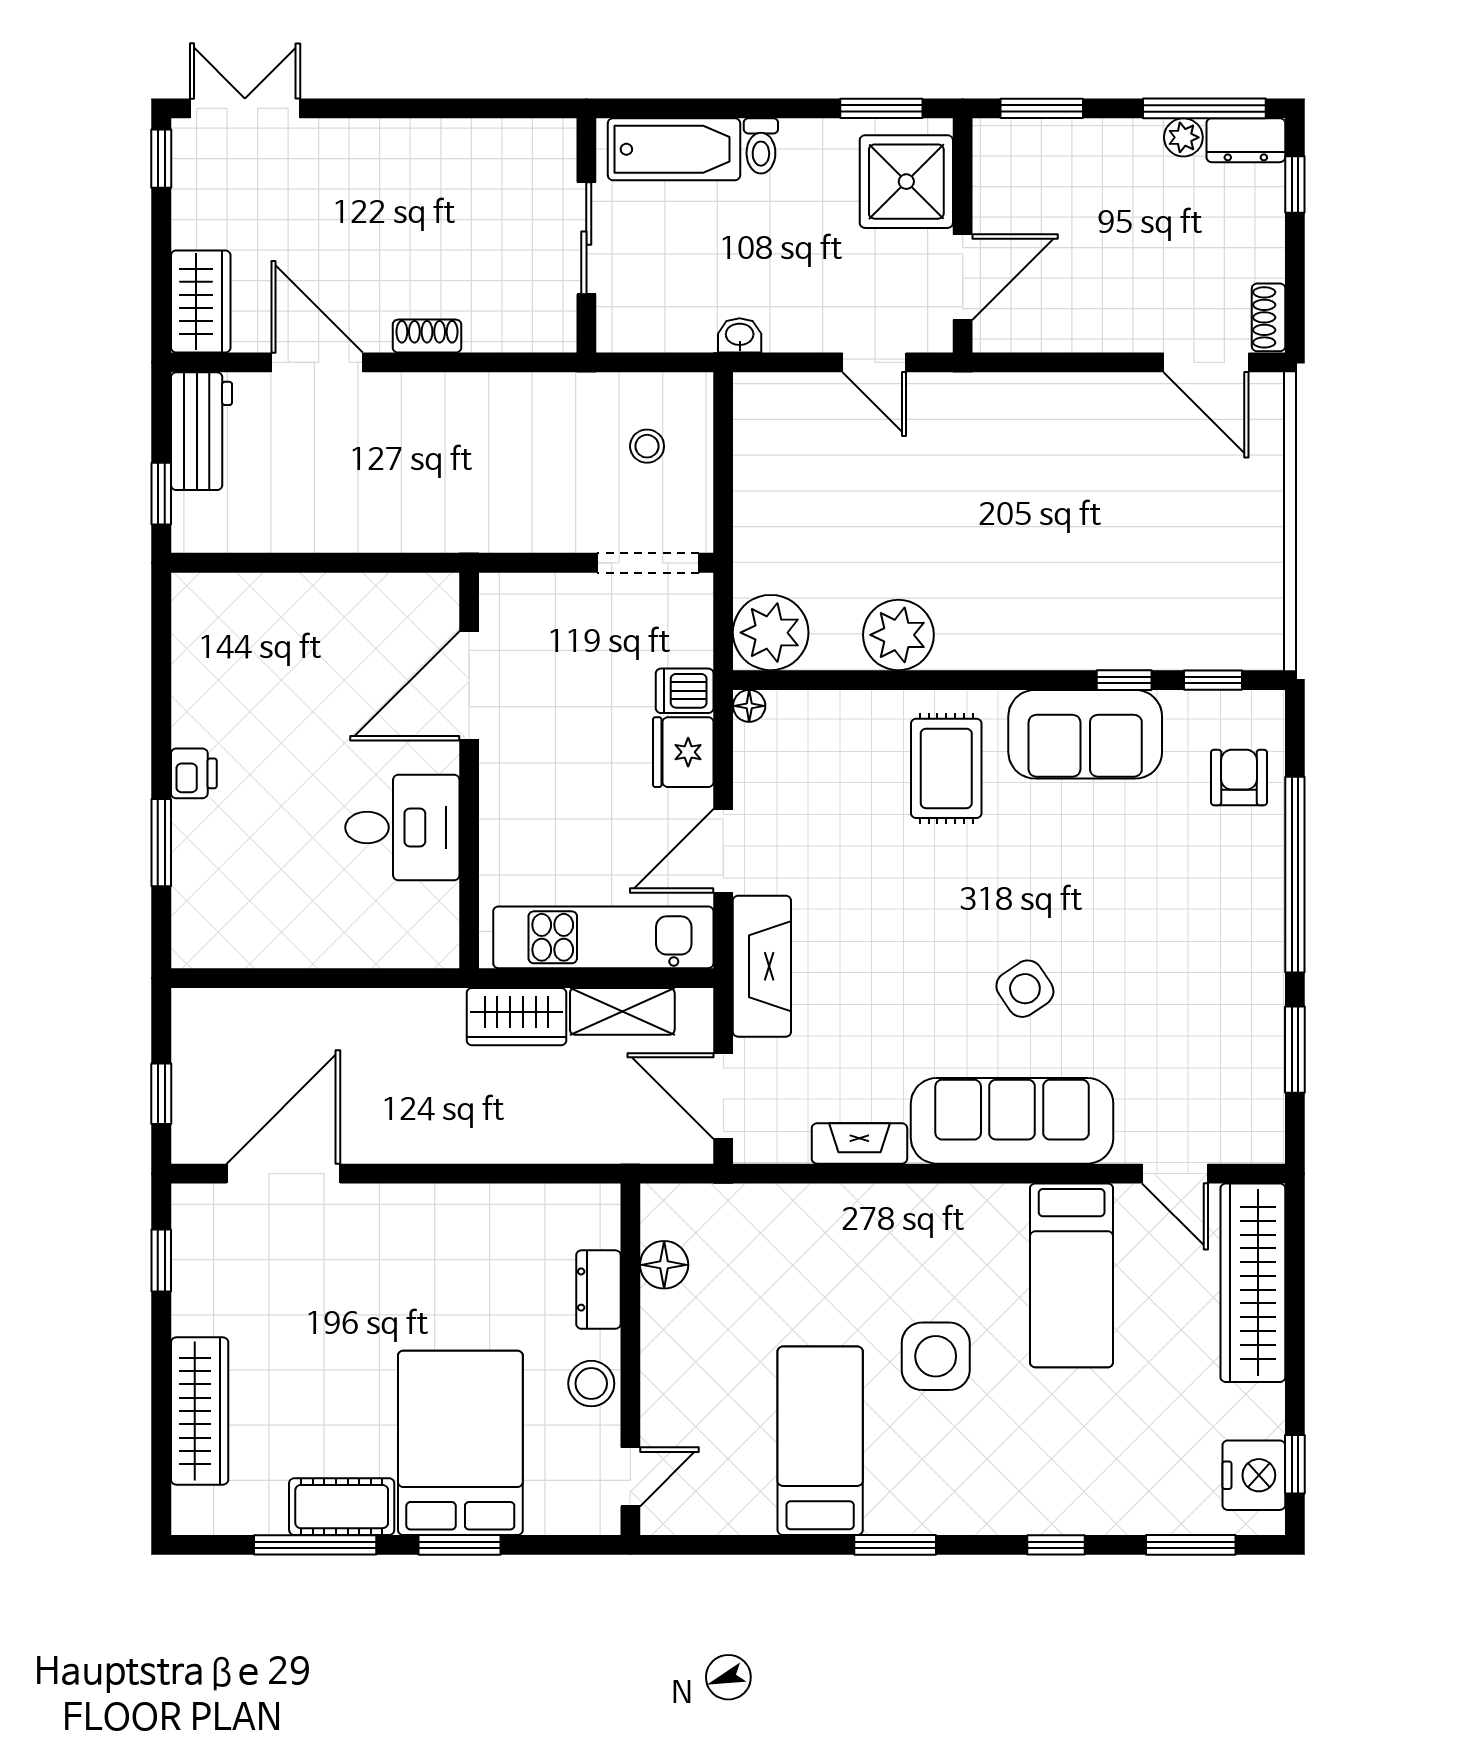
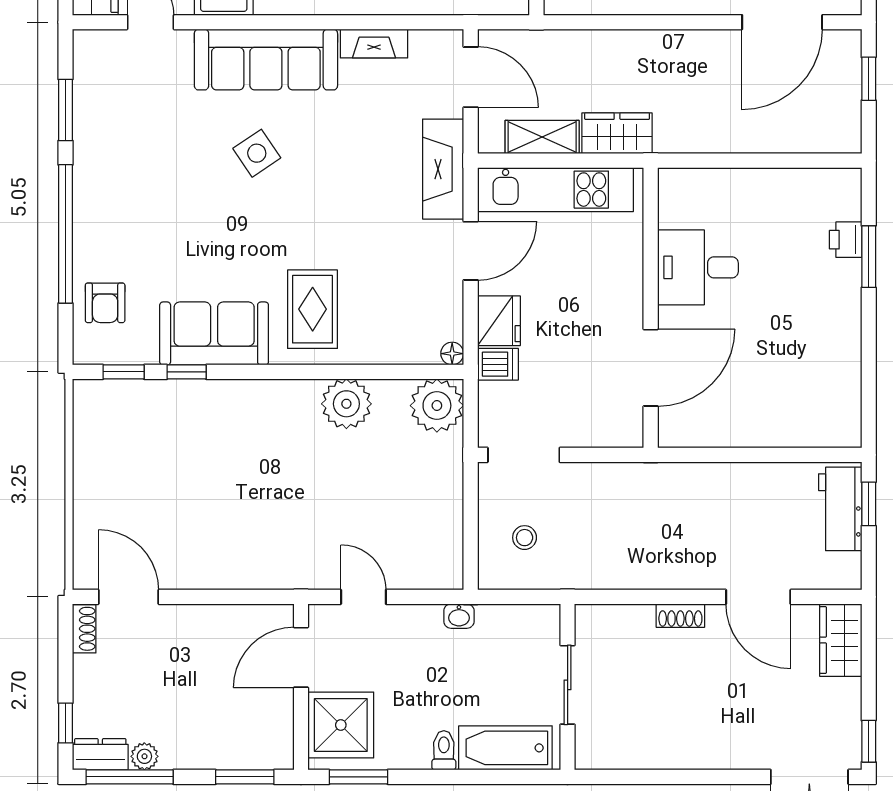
workbench: (201, 431) -> (840, 509), moved
printer: (194, 773) -> (846, 240), moved

